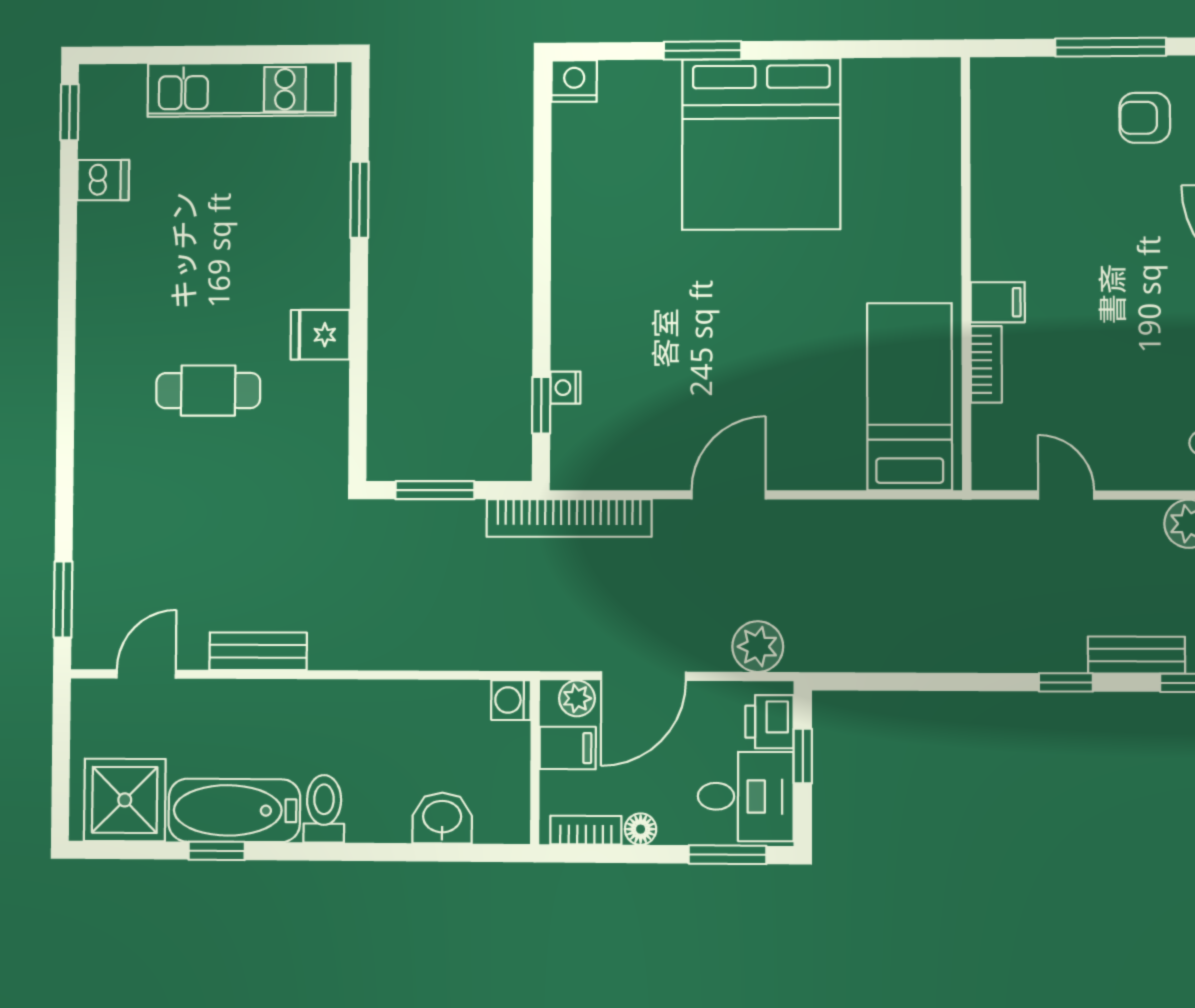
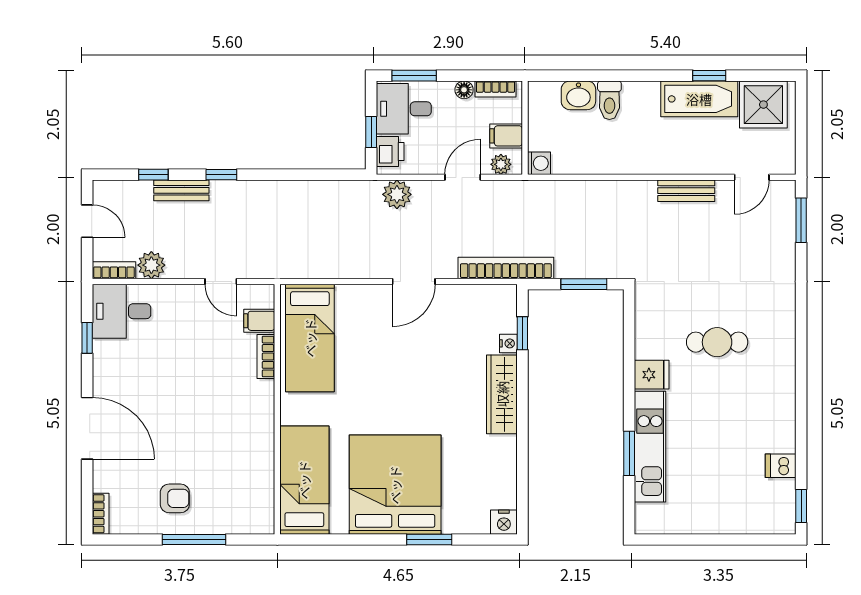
kitchen unit: (242, 90) -> (650, 447), moved, turned 90
bed: (919, 151) -> (304, 480), added
wardrobe: (577, 300) -> (502, 394), added
filing cabinet: (998, 302) -> (259, 321), moved
door: (644, 676) -> (463, 177), width x0.73
toilet: (324, 809) -> (609, 100), moved

